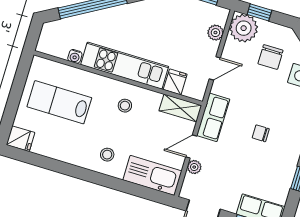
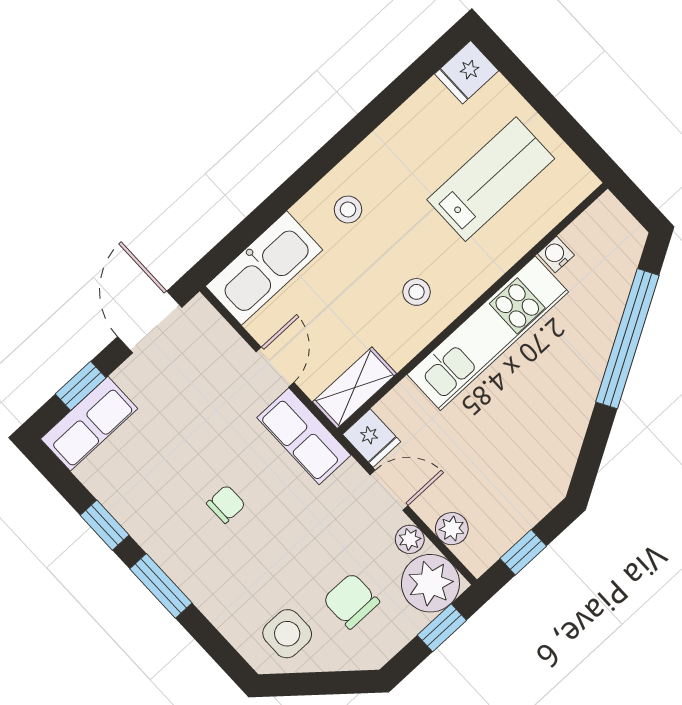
door: (215, 68) -> (389, 490), swing flipped
fridge: (175, 82) -> (372, 438), moved
plant: (194, 167) -> (410, 539), moved

